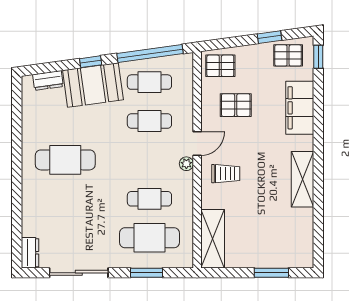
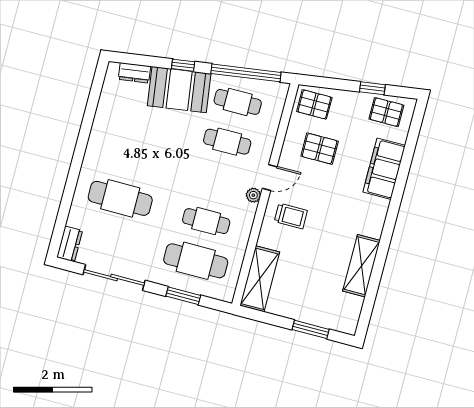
window: (318, 57) -> (417, 121), removed
cafe table: (65, 160) -> (120, 198), moved
shelving: (302, 179) -> (361, 266), moved

